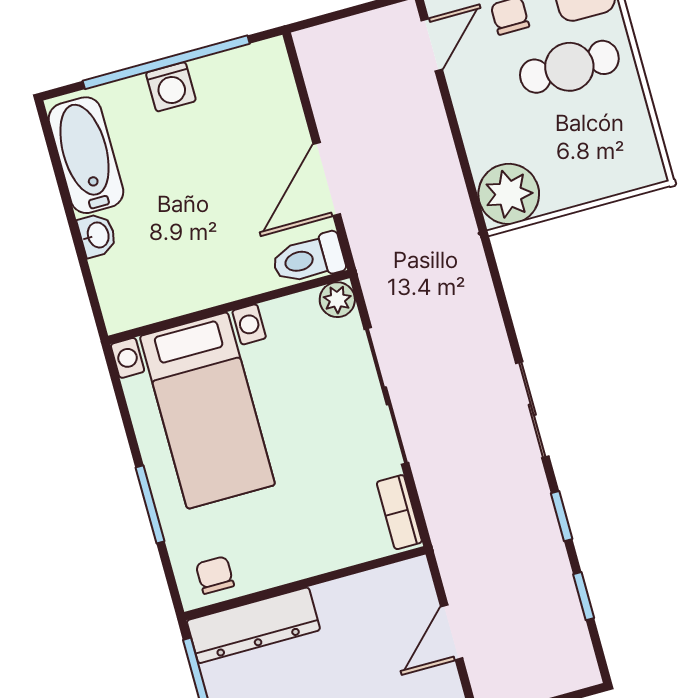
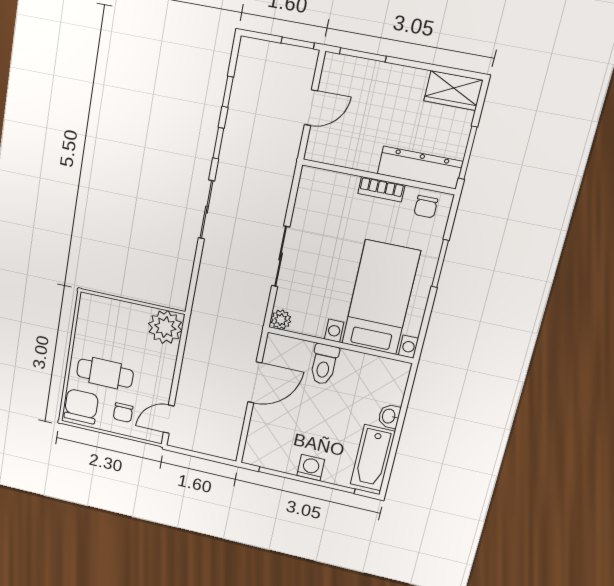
toilet: (308, 259) -> (324, 364), moved, turned 90
sliding door: (386, 396) -> (281, 256), width x0.73
bookcase: (399, 512) -> (381, 189), moved, turned 90

